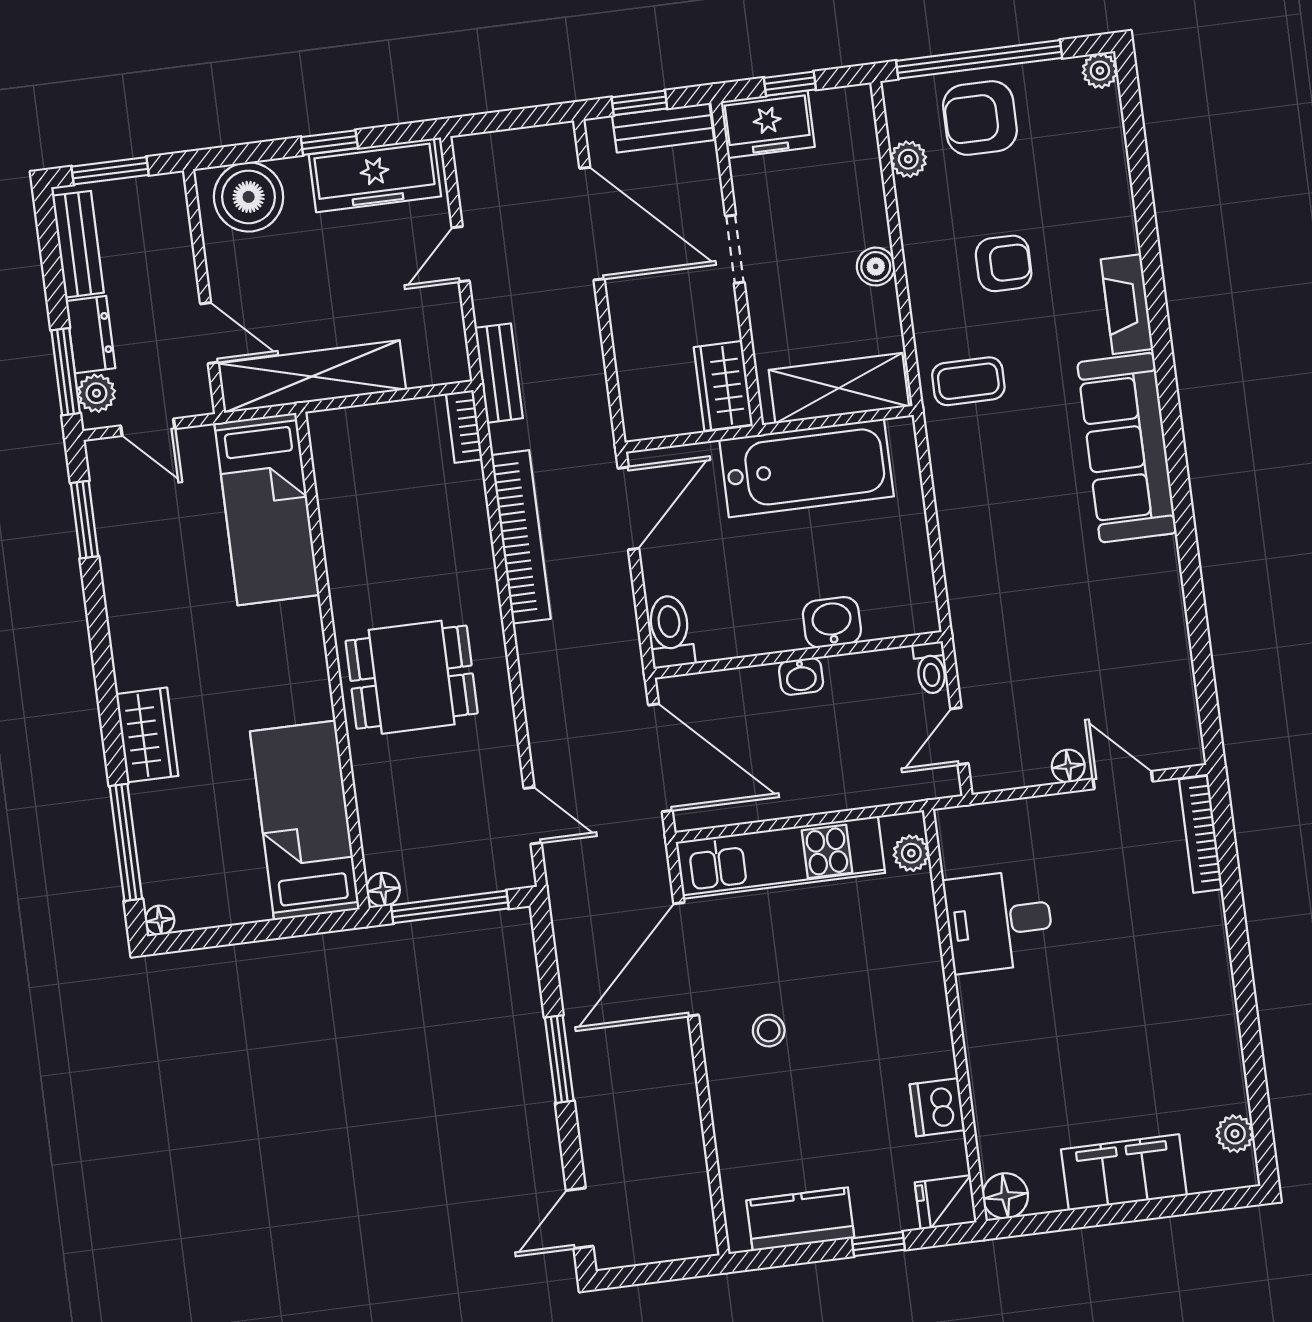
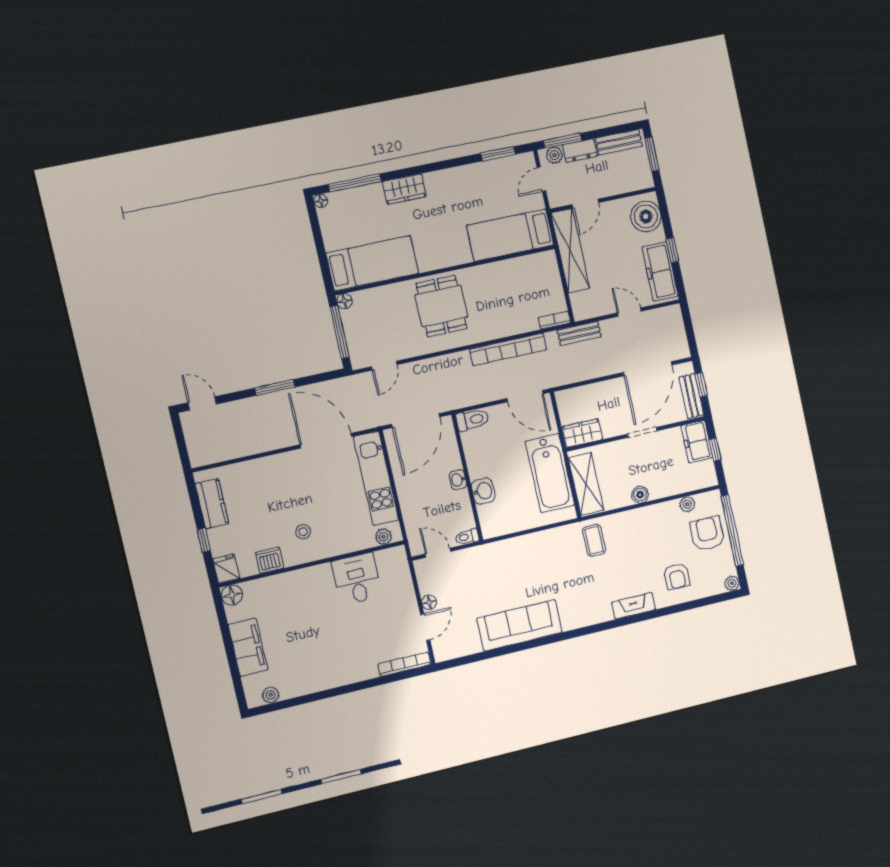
armchair: (1004, 263) -> (677, 576), moved
sofa: (1127, 448) -> (520, 625), moved
stool: (769, 1031) -> (303, 532), moved

